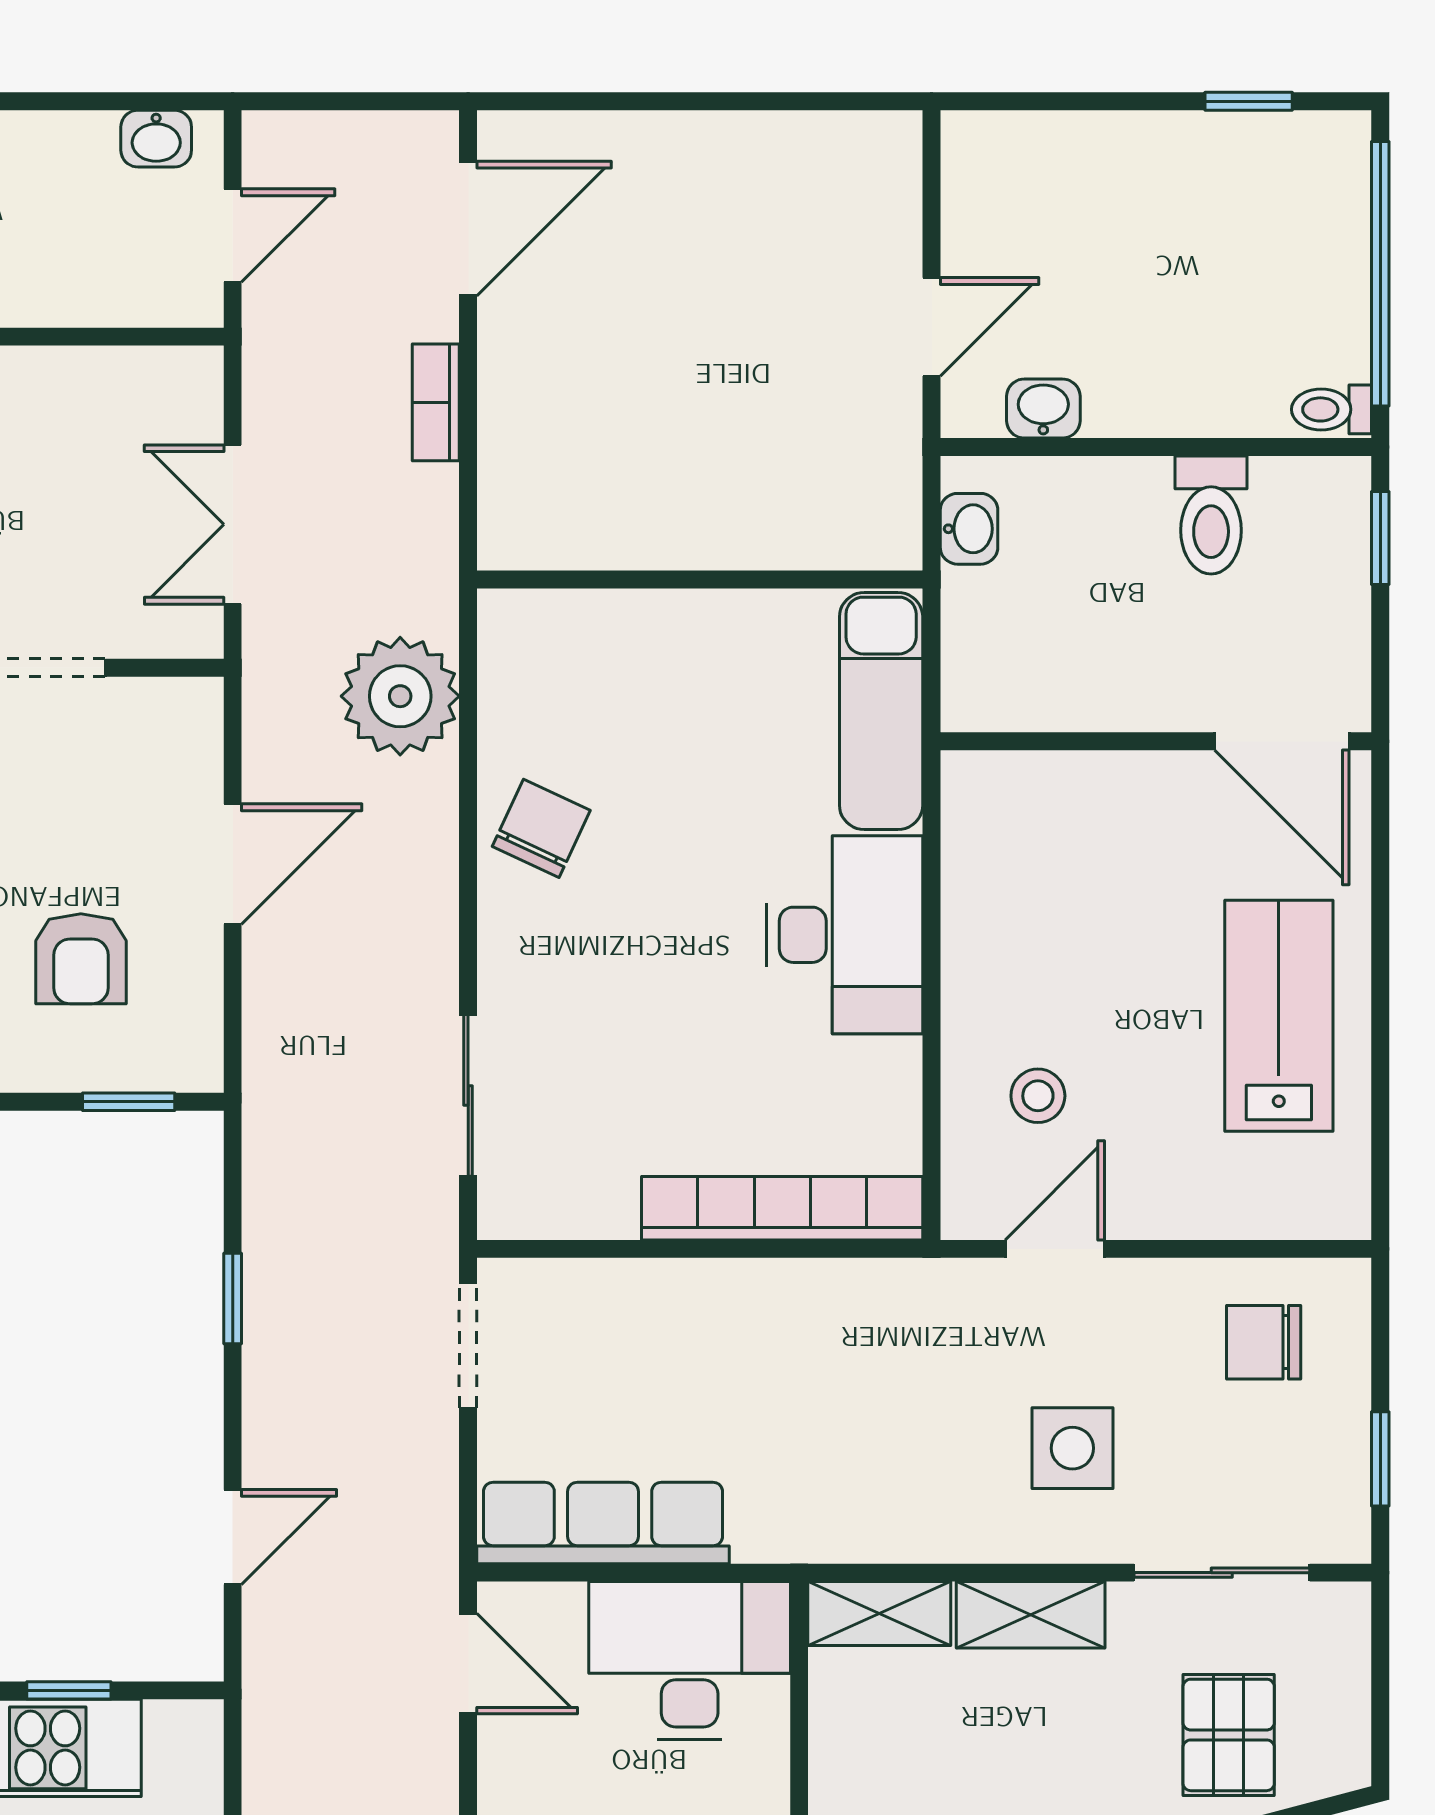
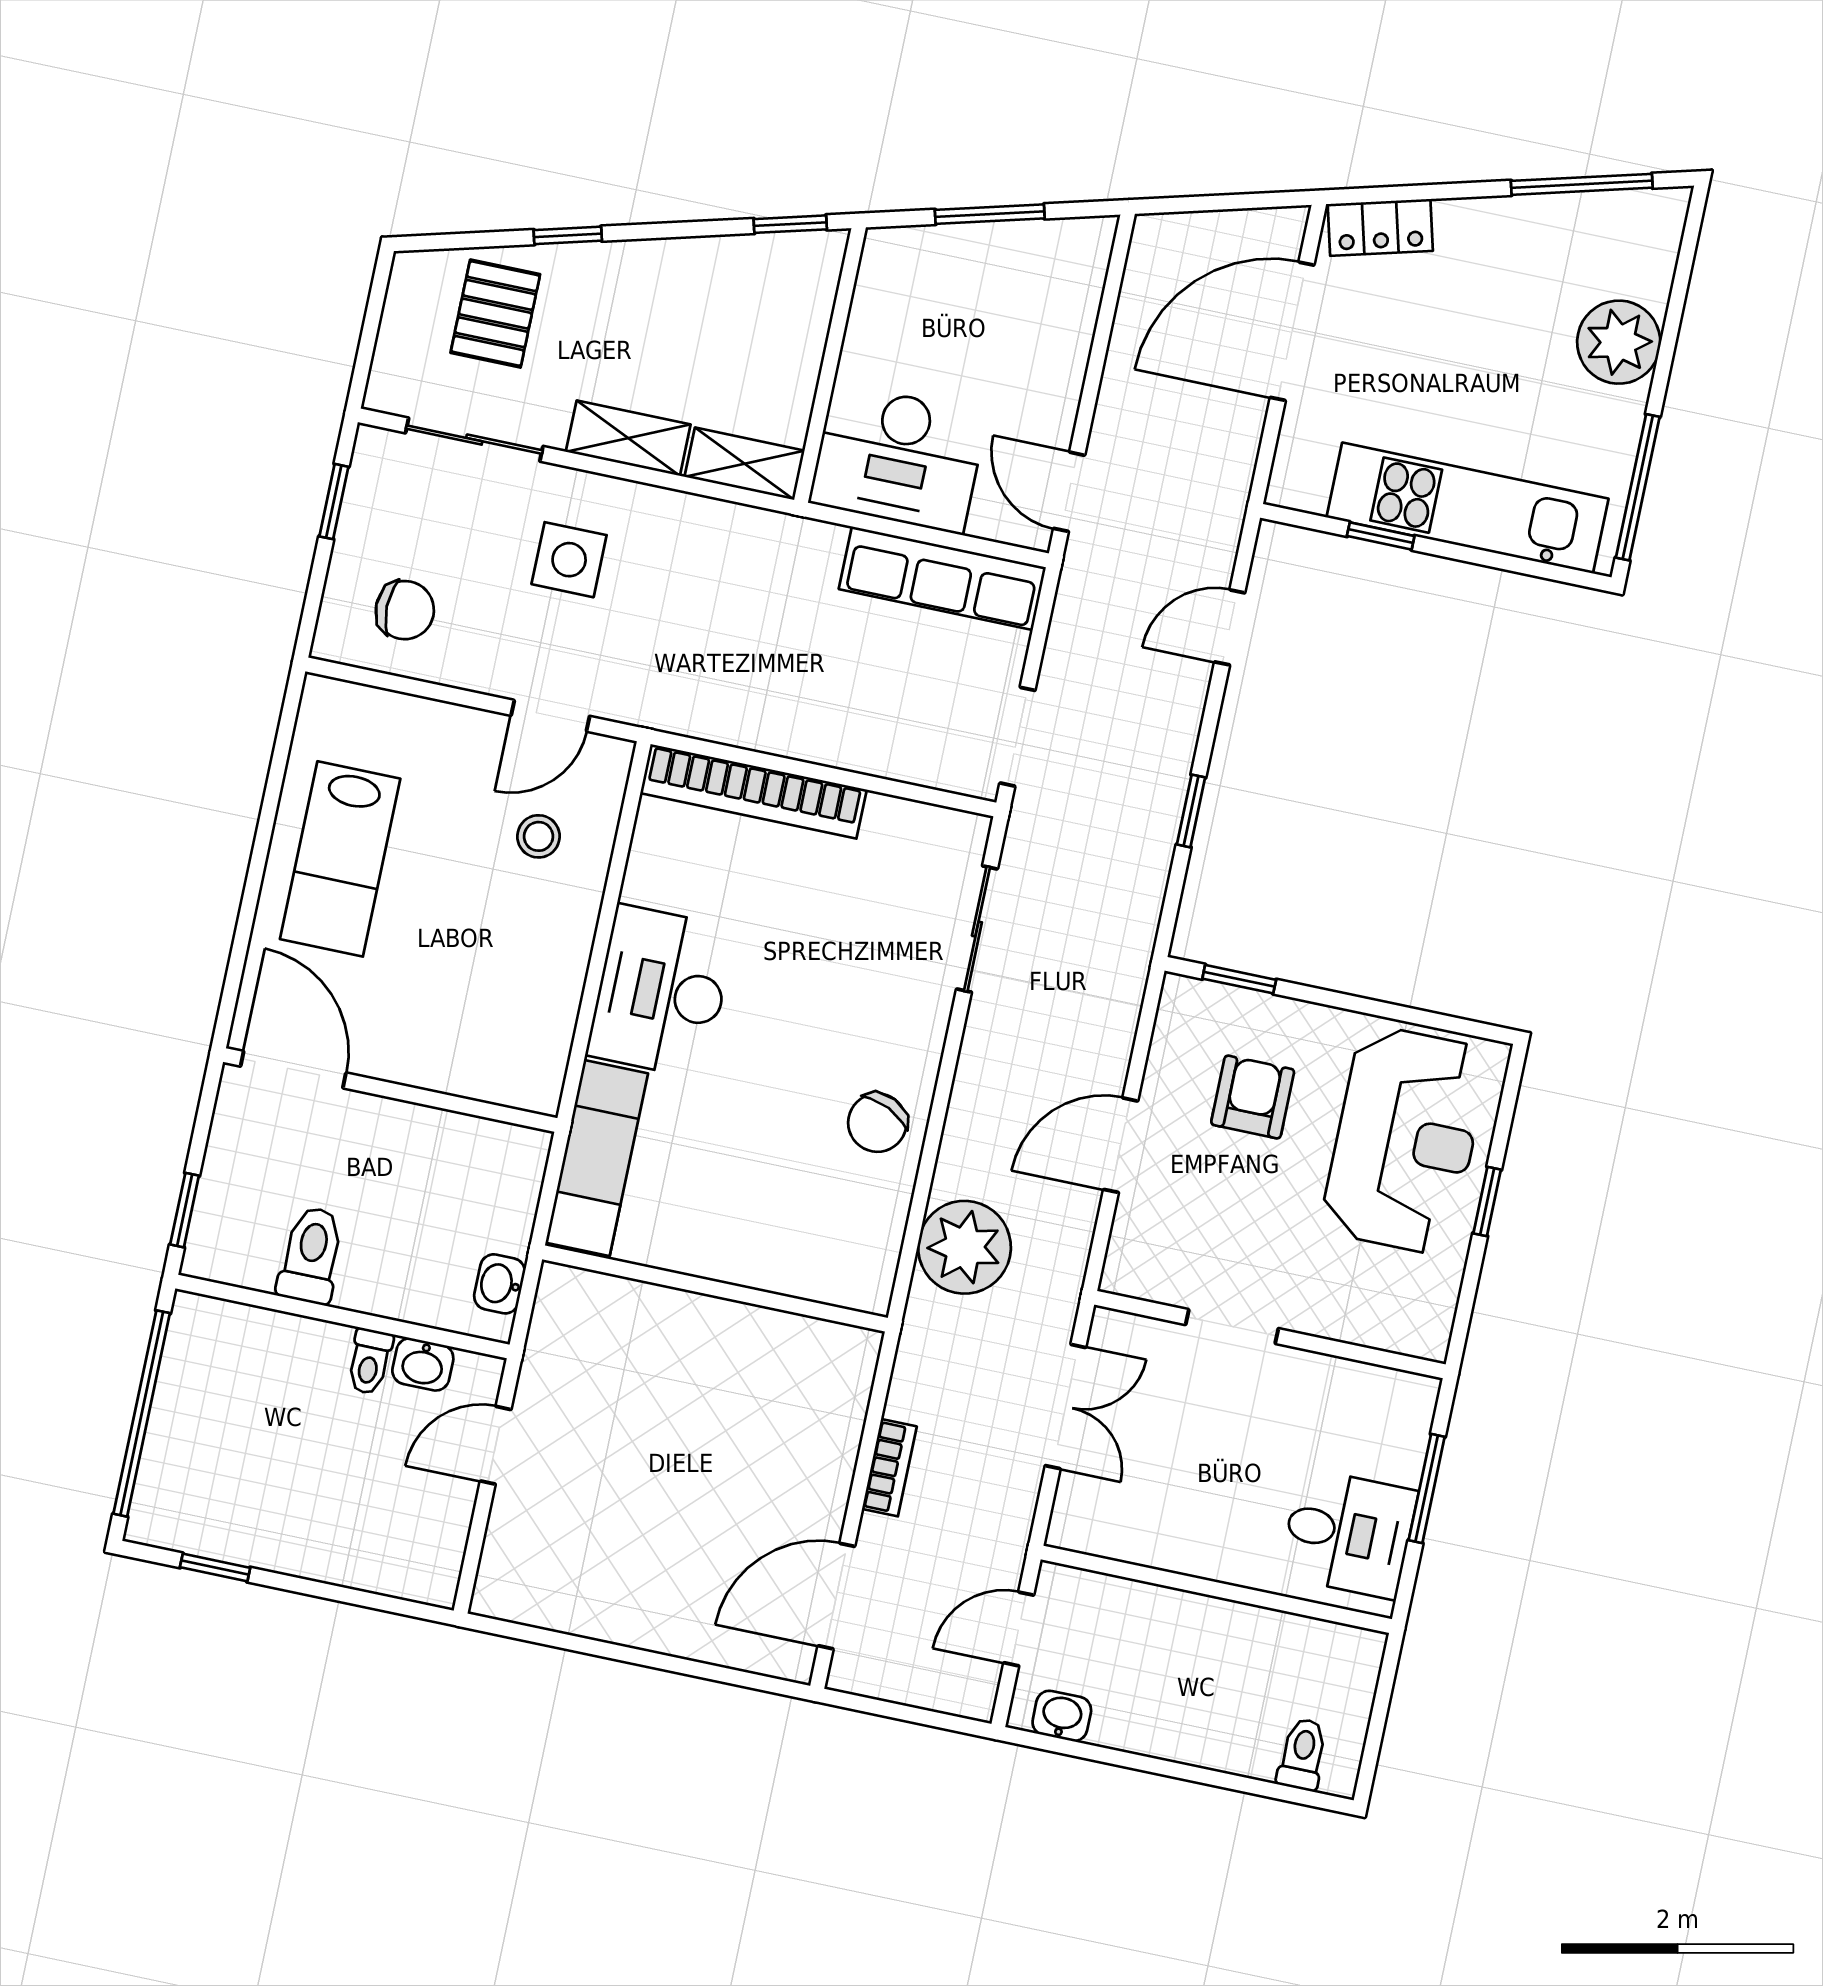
toilet: (1332, 409) -> (370, 1361), moved, turned 90

